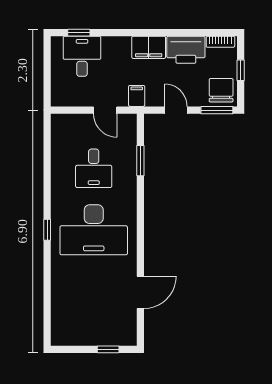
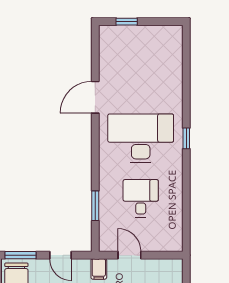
door: (140, 292) -> (95, 97), moved

